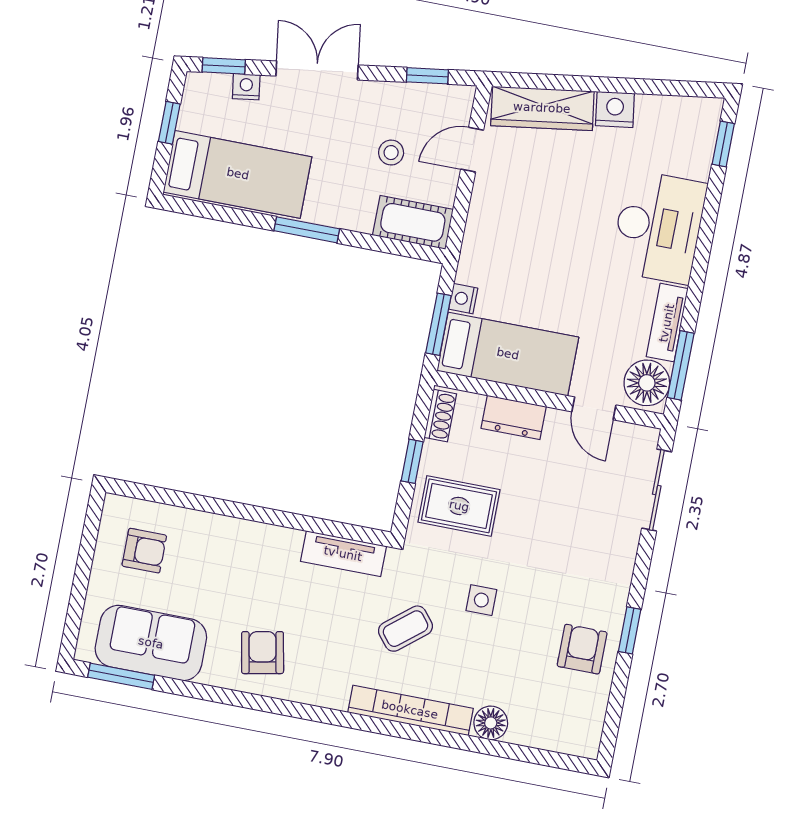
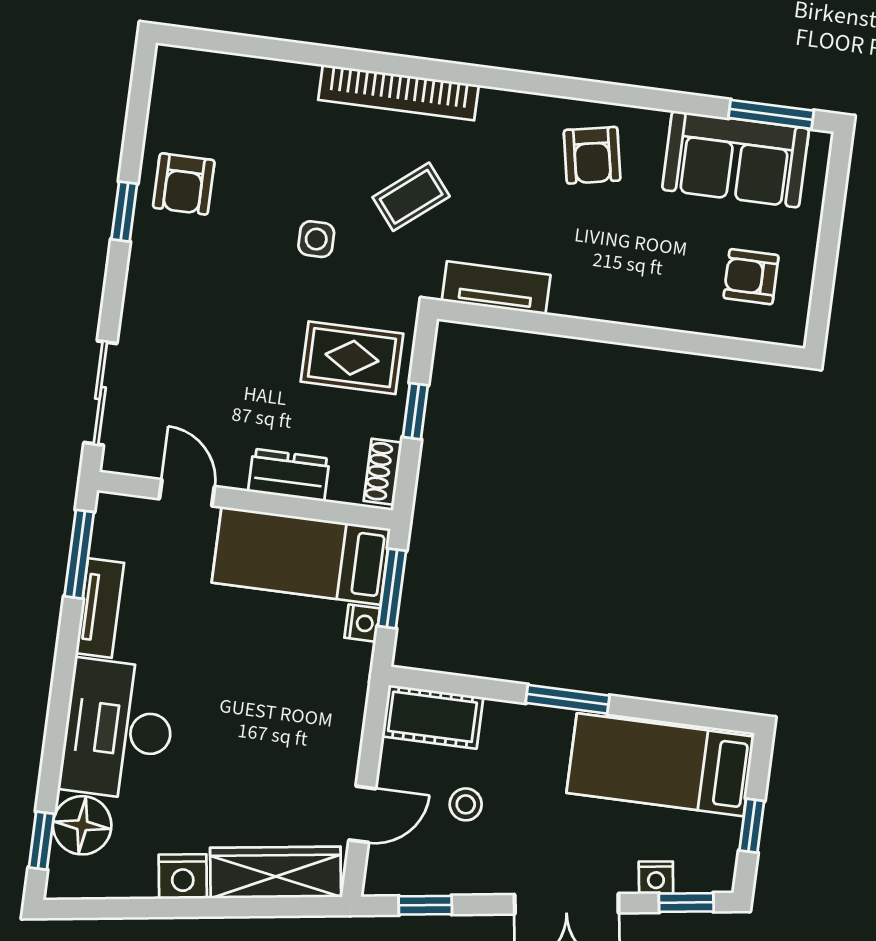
floor lamp: (647, 383) -> (82, 825), moved
floor lamp: (491, 723) -> (295, 83), removed

